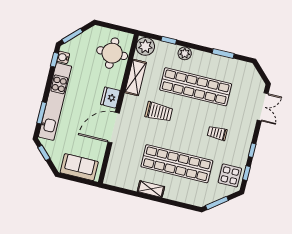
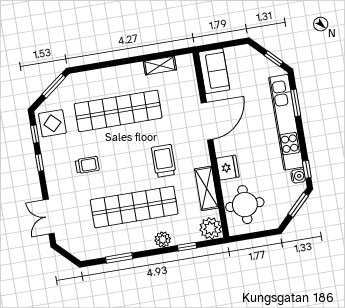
fridge: (110, 98) -> (228, 168), moved
trolley: (159, 112) -> (164, 161), turned 90
sofa: (79, 167) -> (214, 71), moved, turned -90
shelving: (151, 189) -> (160, 66), moved

